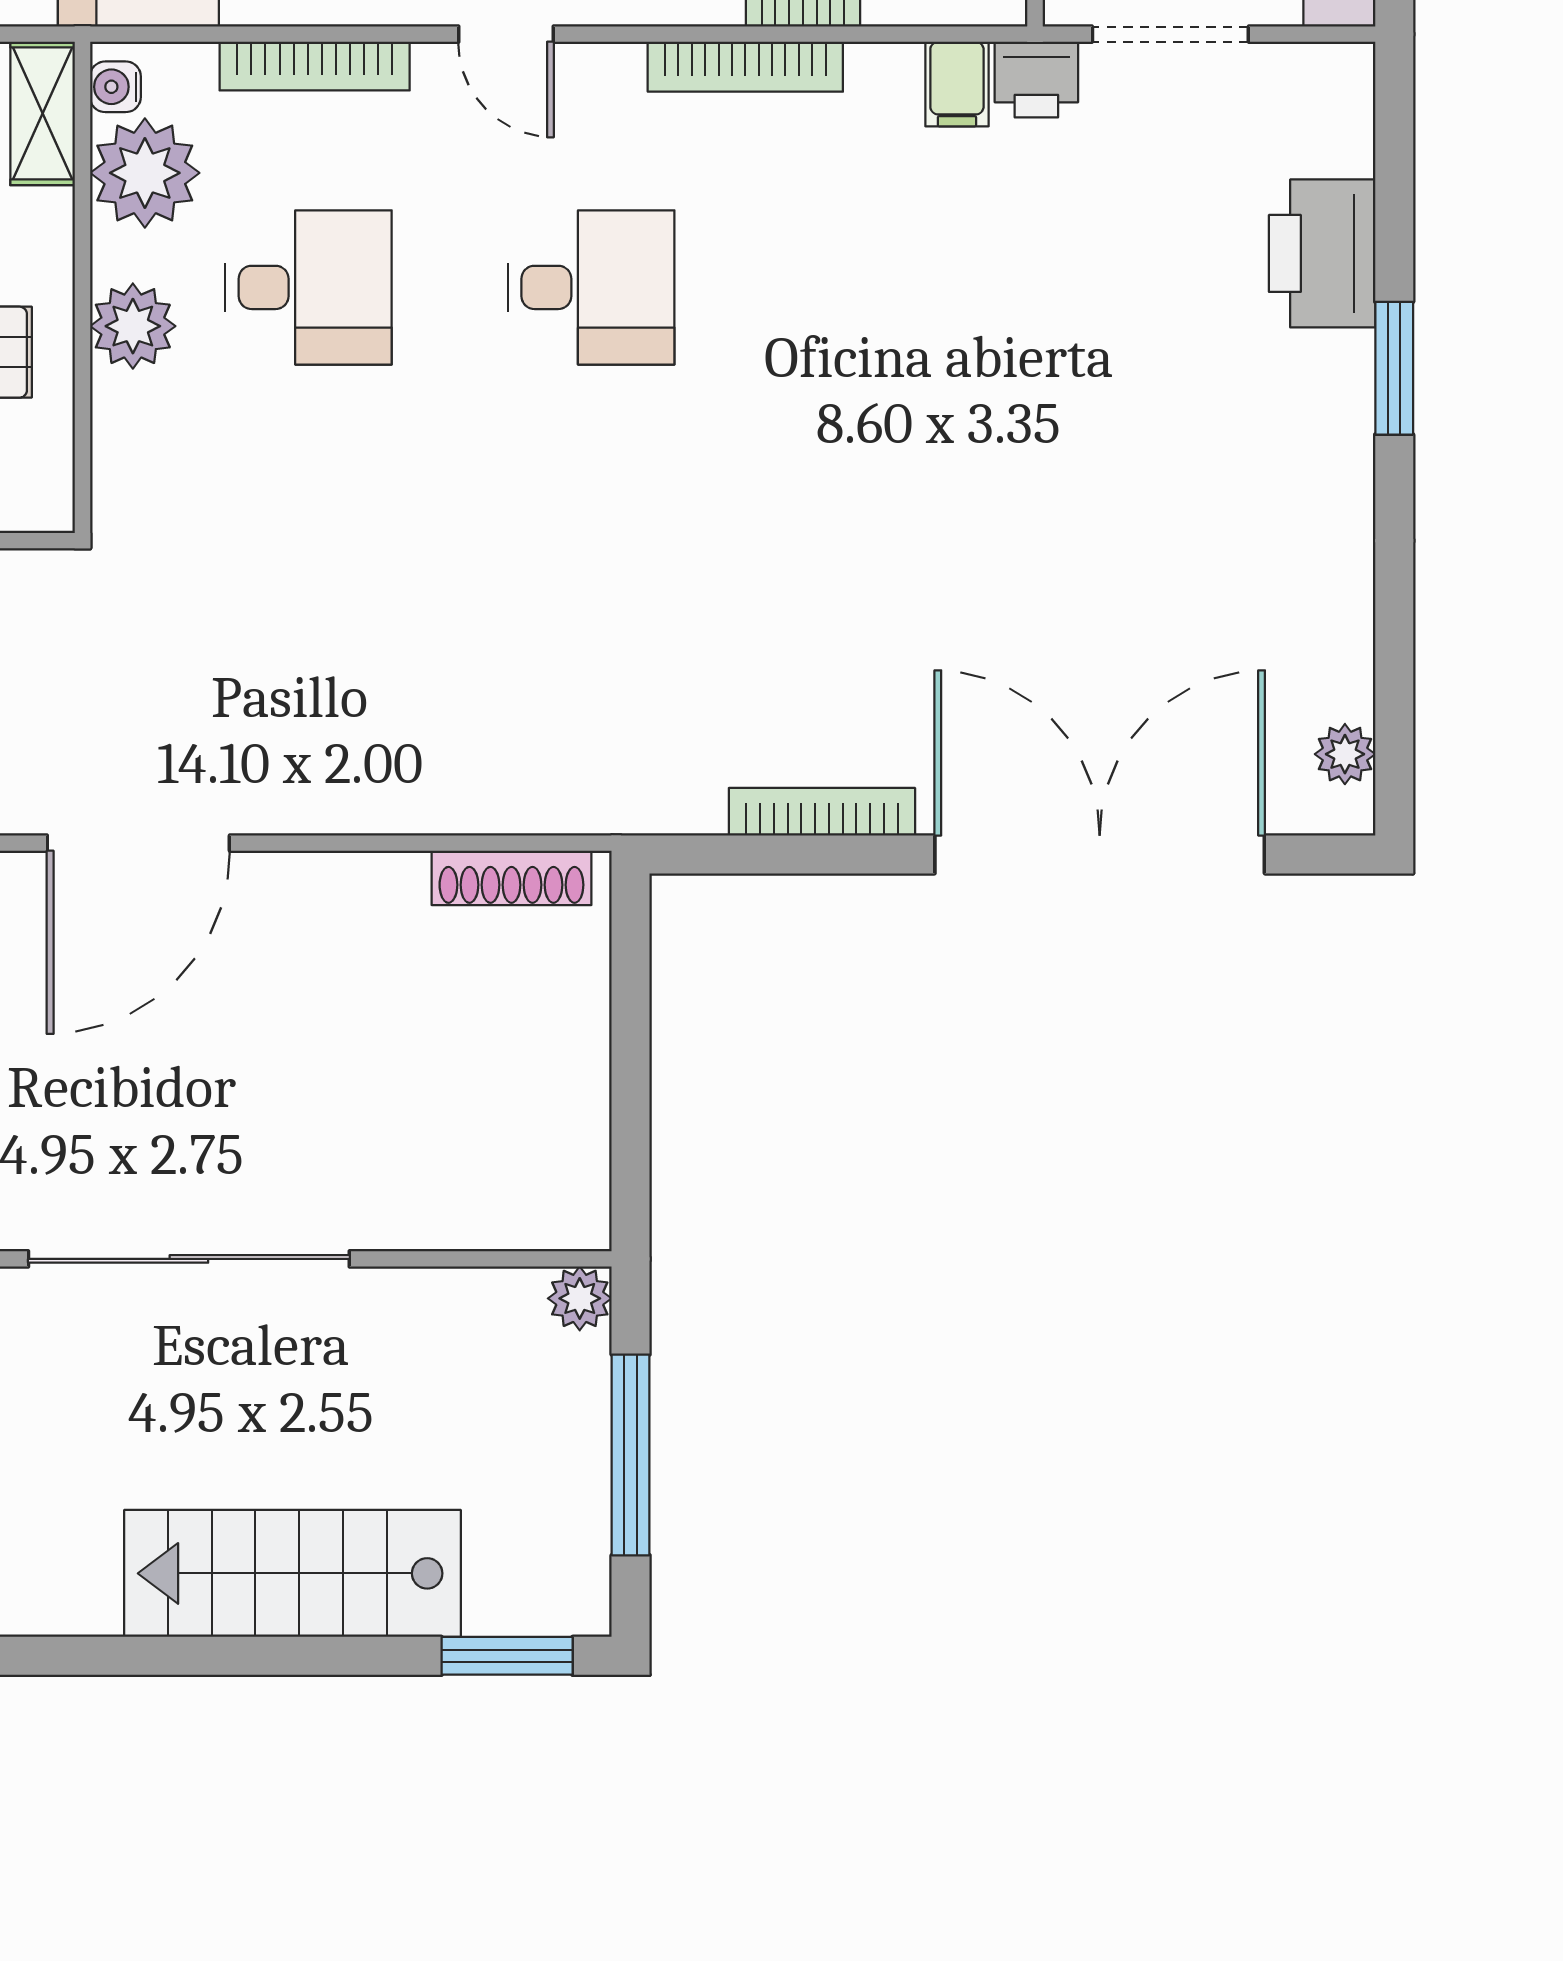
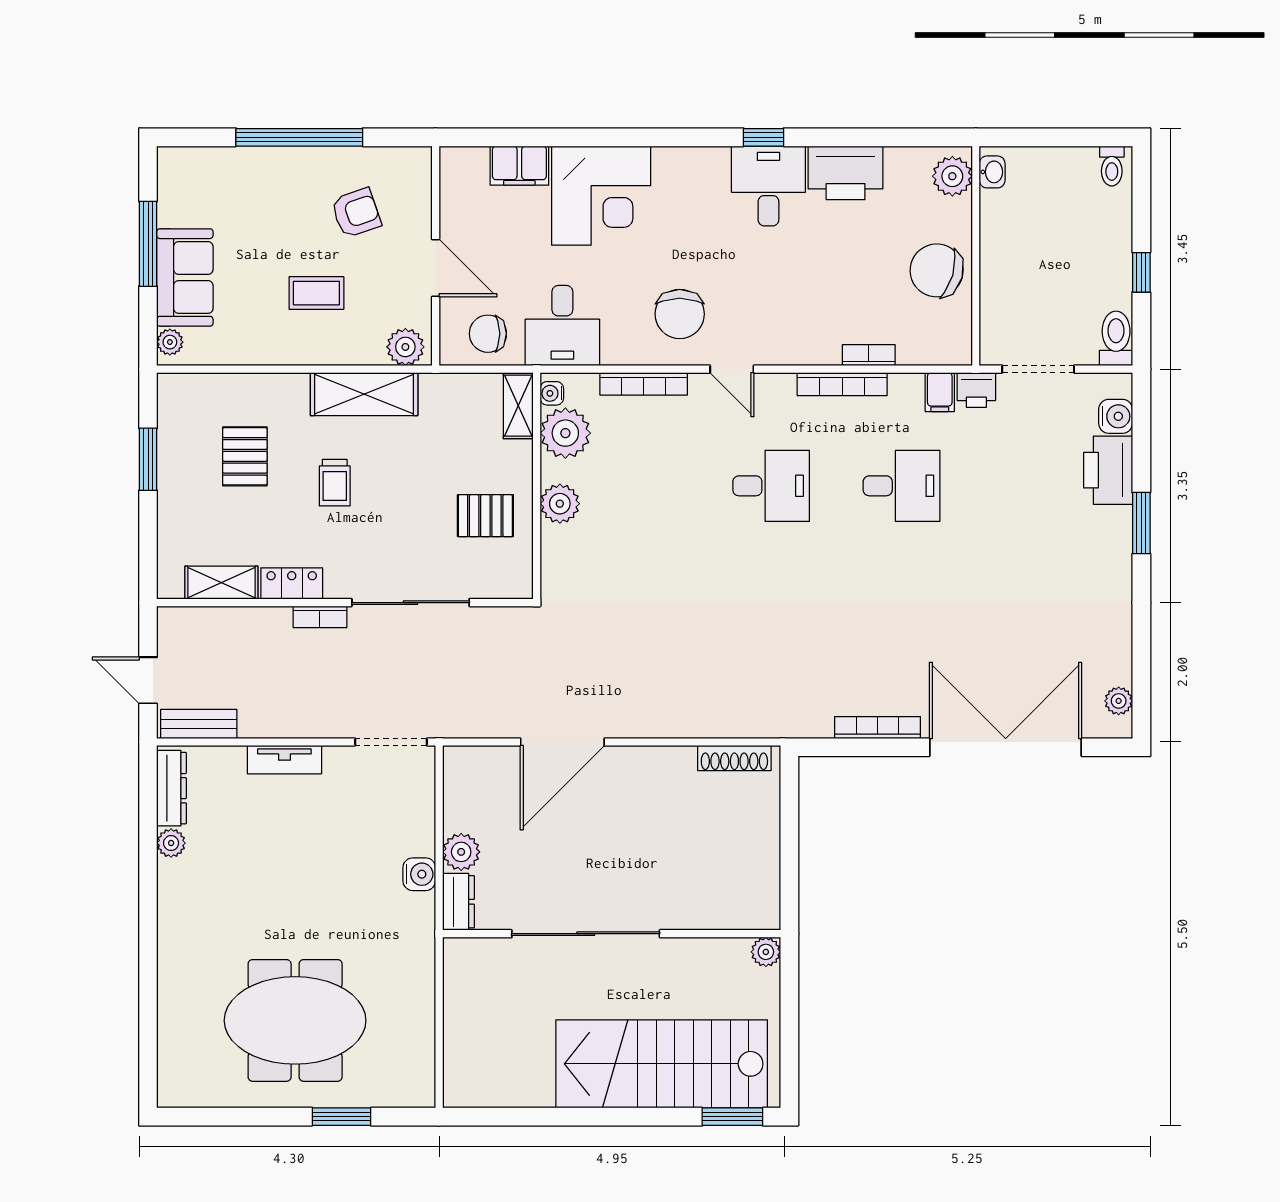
water cooler: (1338, 137) -> (1116, 416), added
desk: (309, 287) -> (902, 486), moved
window: (631, 1455) -> (789, 1024), removed
stairs: (293, 1573) -> (662, 1064), width x1.36, depth x1.51

